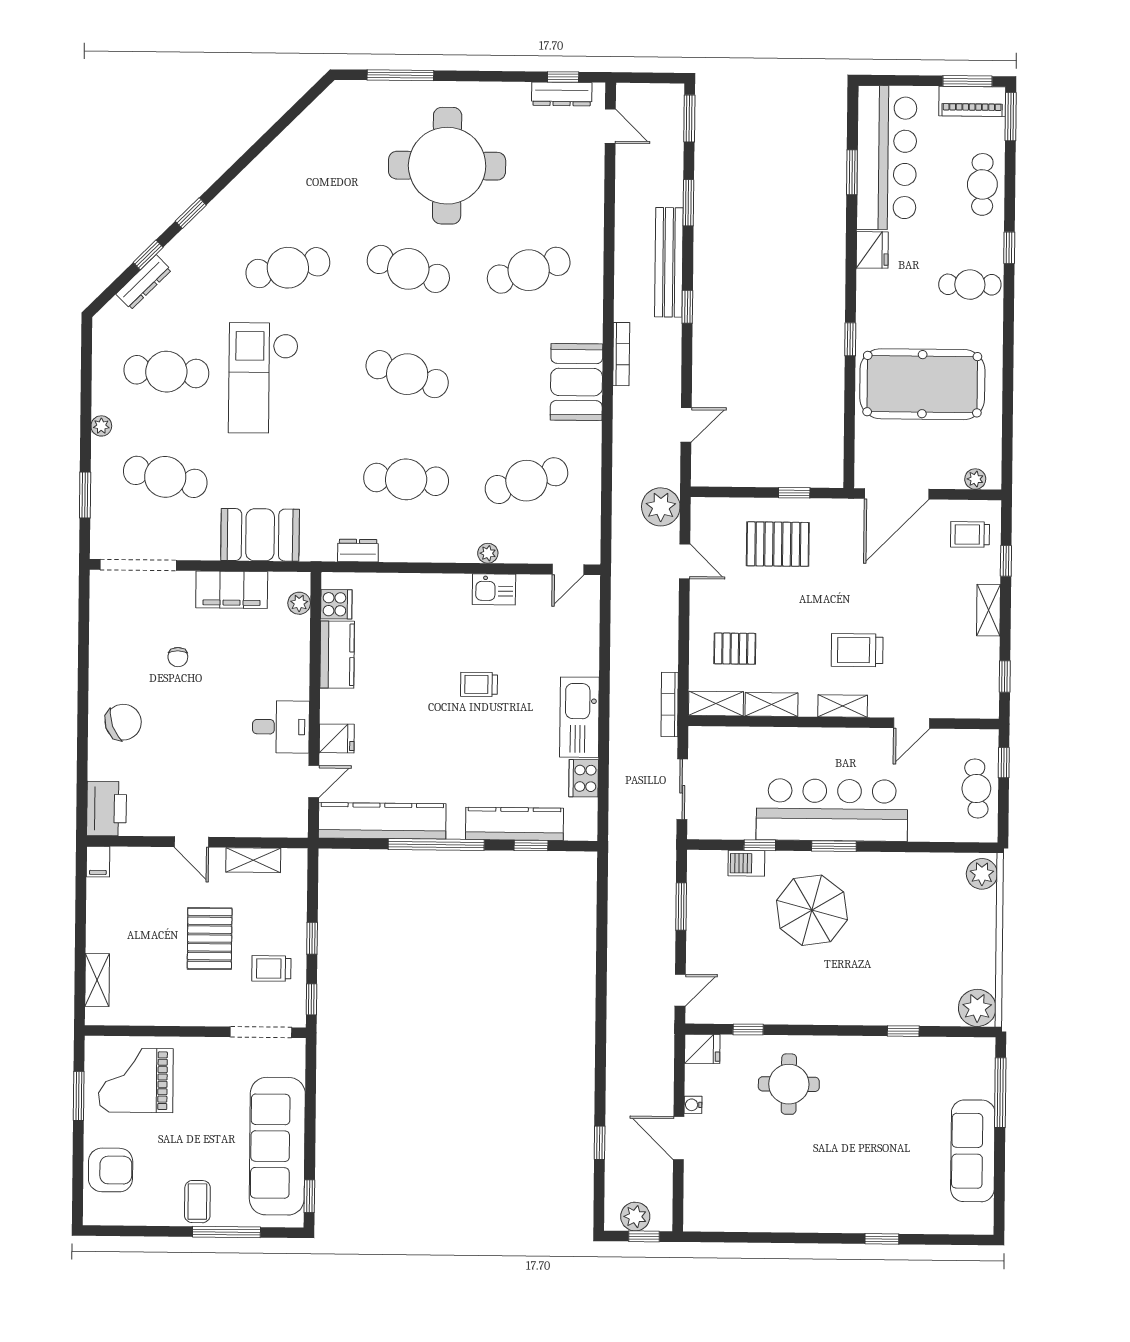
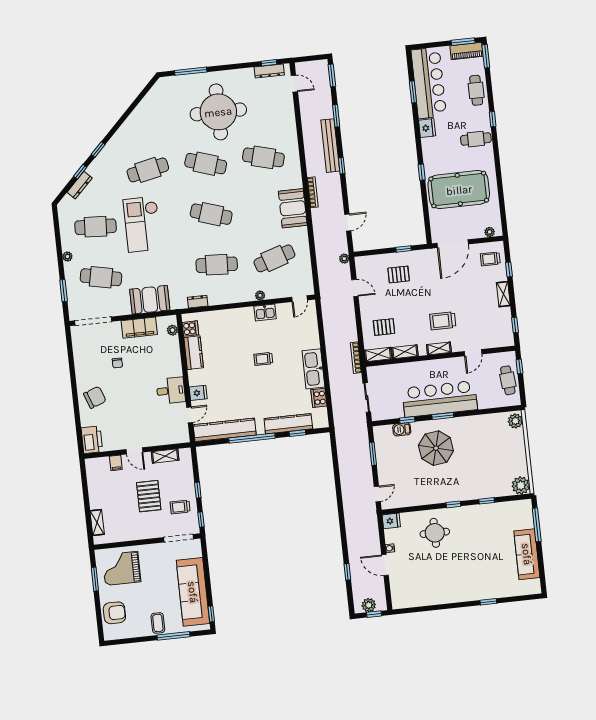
cafe table: (529, 270) -> (263, 157), turned 33
plant: (661, 507) -> (344, 259), width x0.53, depth x0.53
pallet: (778, 544) -> (399, 274), width x0.67, depth x0.71
filing cabinet: (98, 862) -> (116, 463), moved
window: (748, 1029) -> (453, 504), moved

